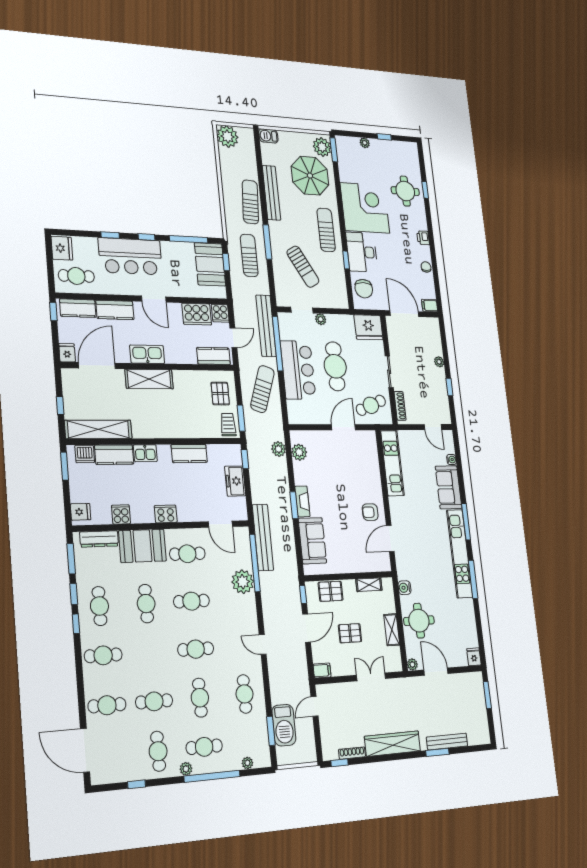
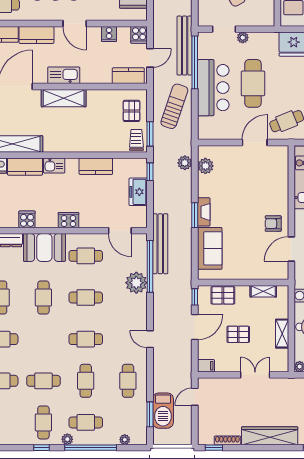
cooker: (197, 314) -> (109, 34), width x0.53, depth x0.76
window: (137, 784) -> (42, 448), moved

